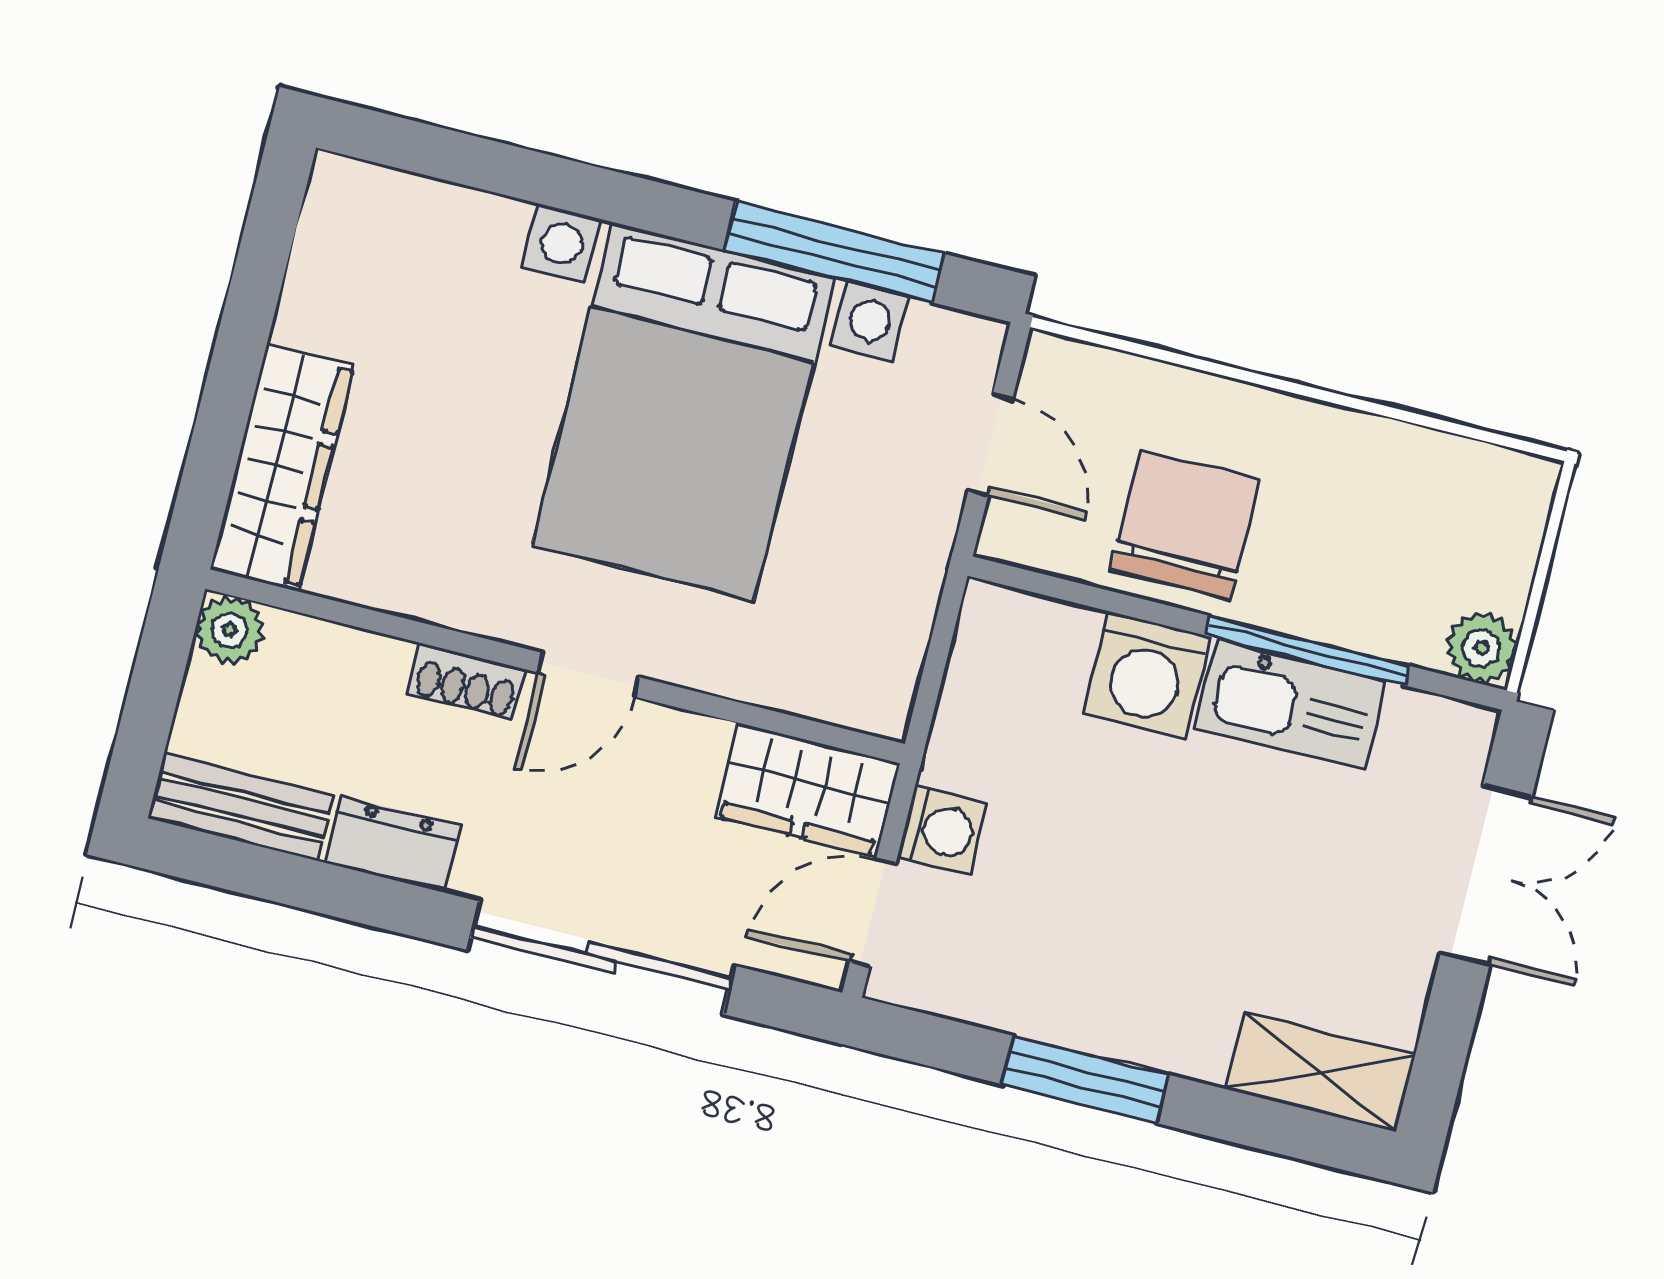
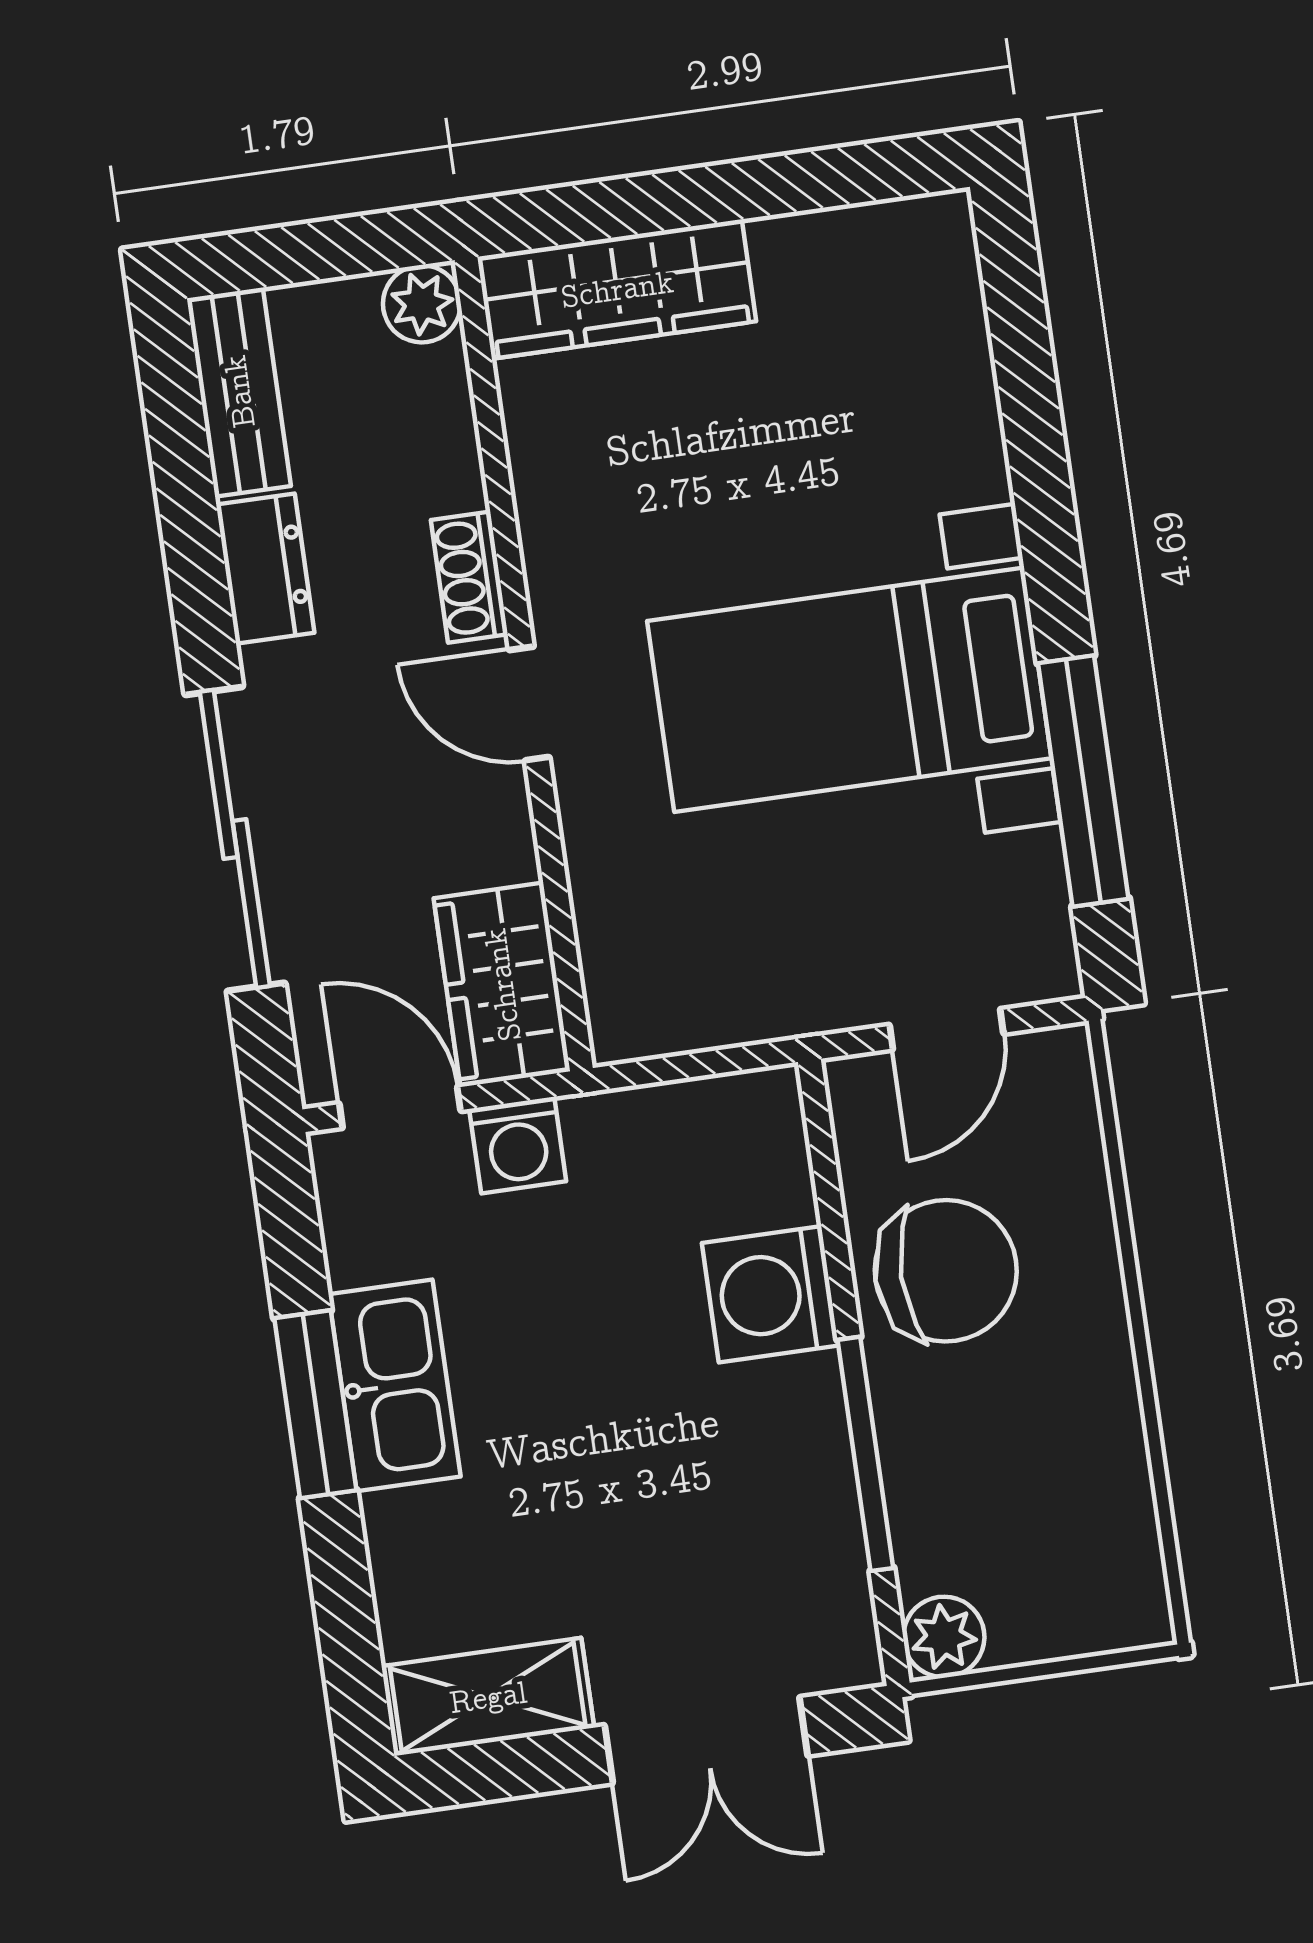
bed with nightstands: (683, 411) -> (849, 690), width x0.73
kitchen sink: (1290, 704) -> (395, 1385), moved, turned 180
shelving: (1320, 1072) -> (488, 1697), moved, turned 90

